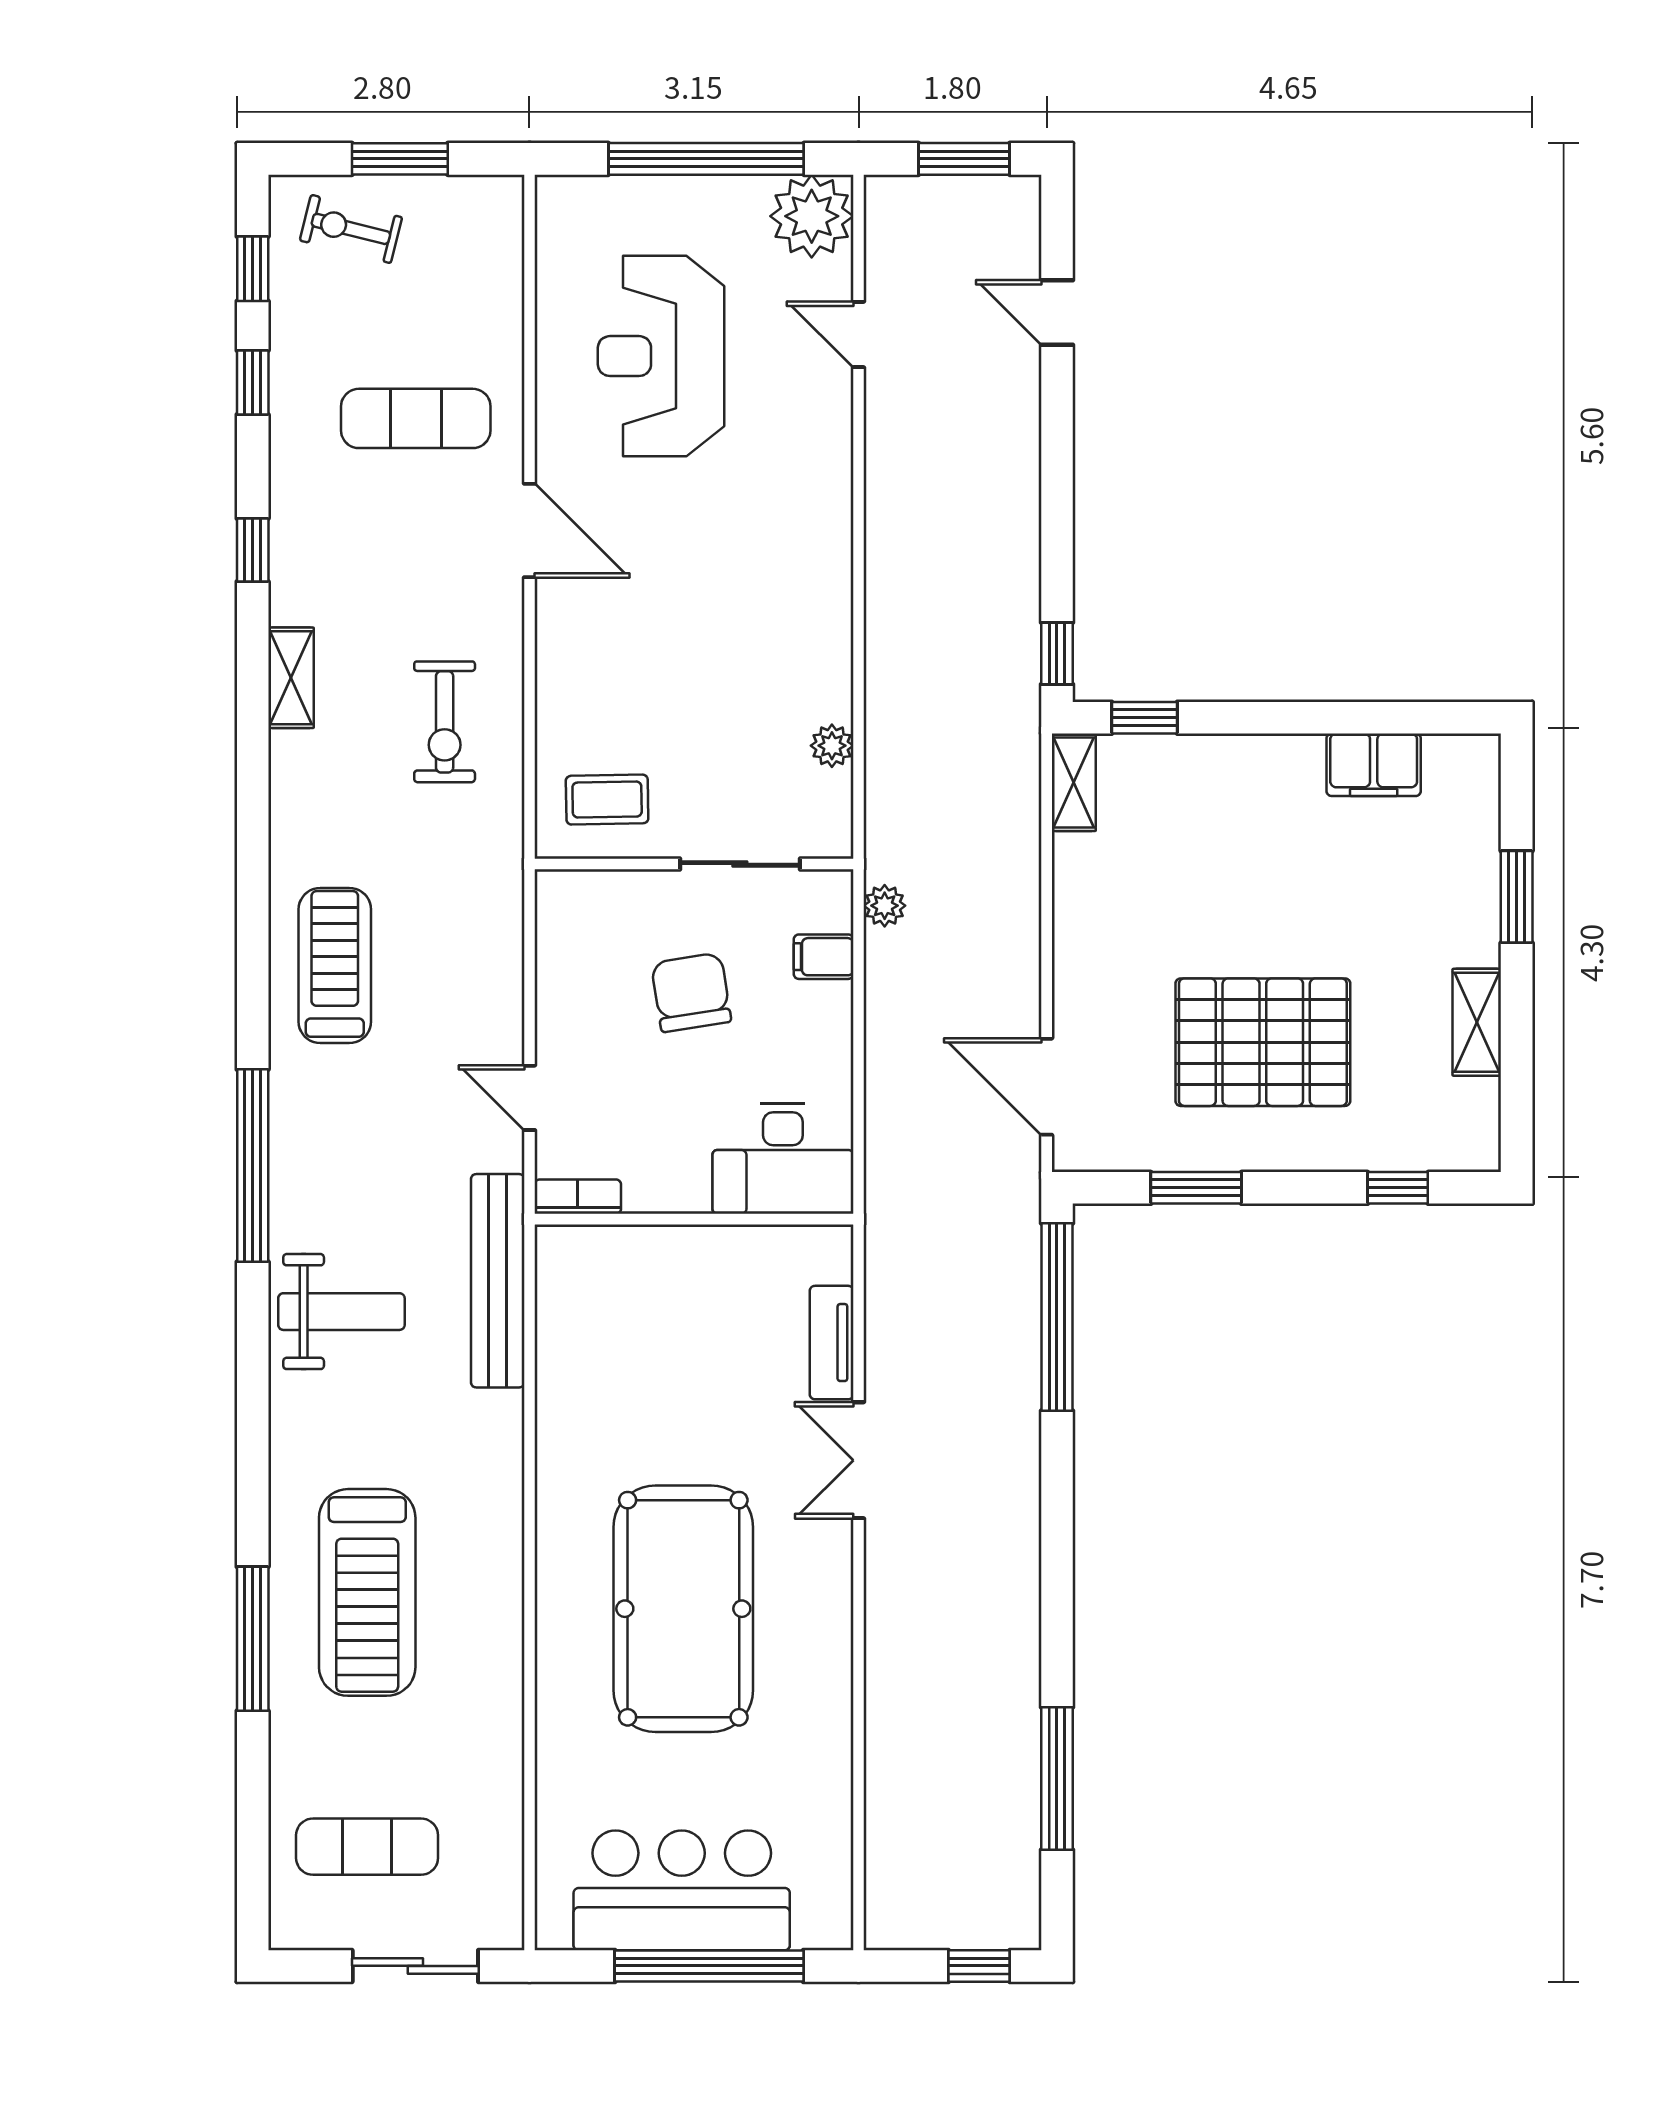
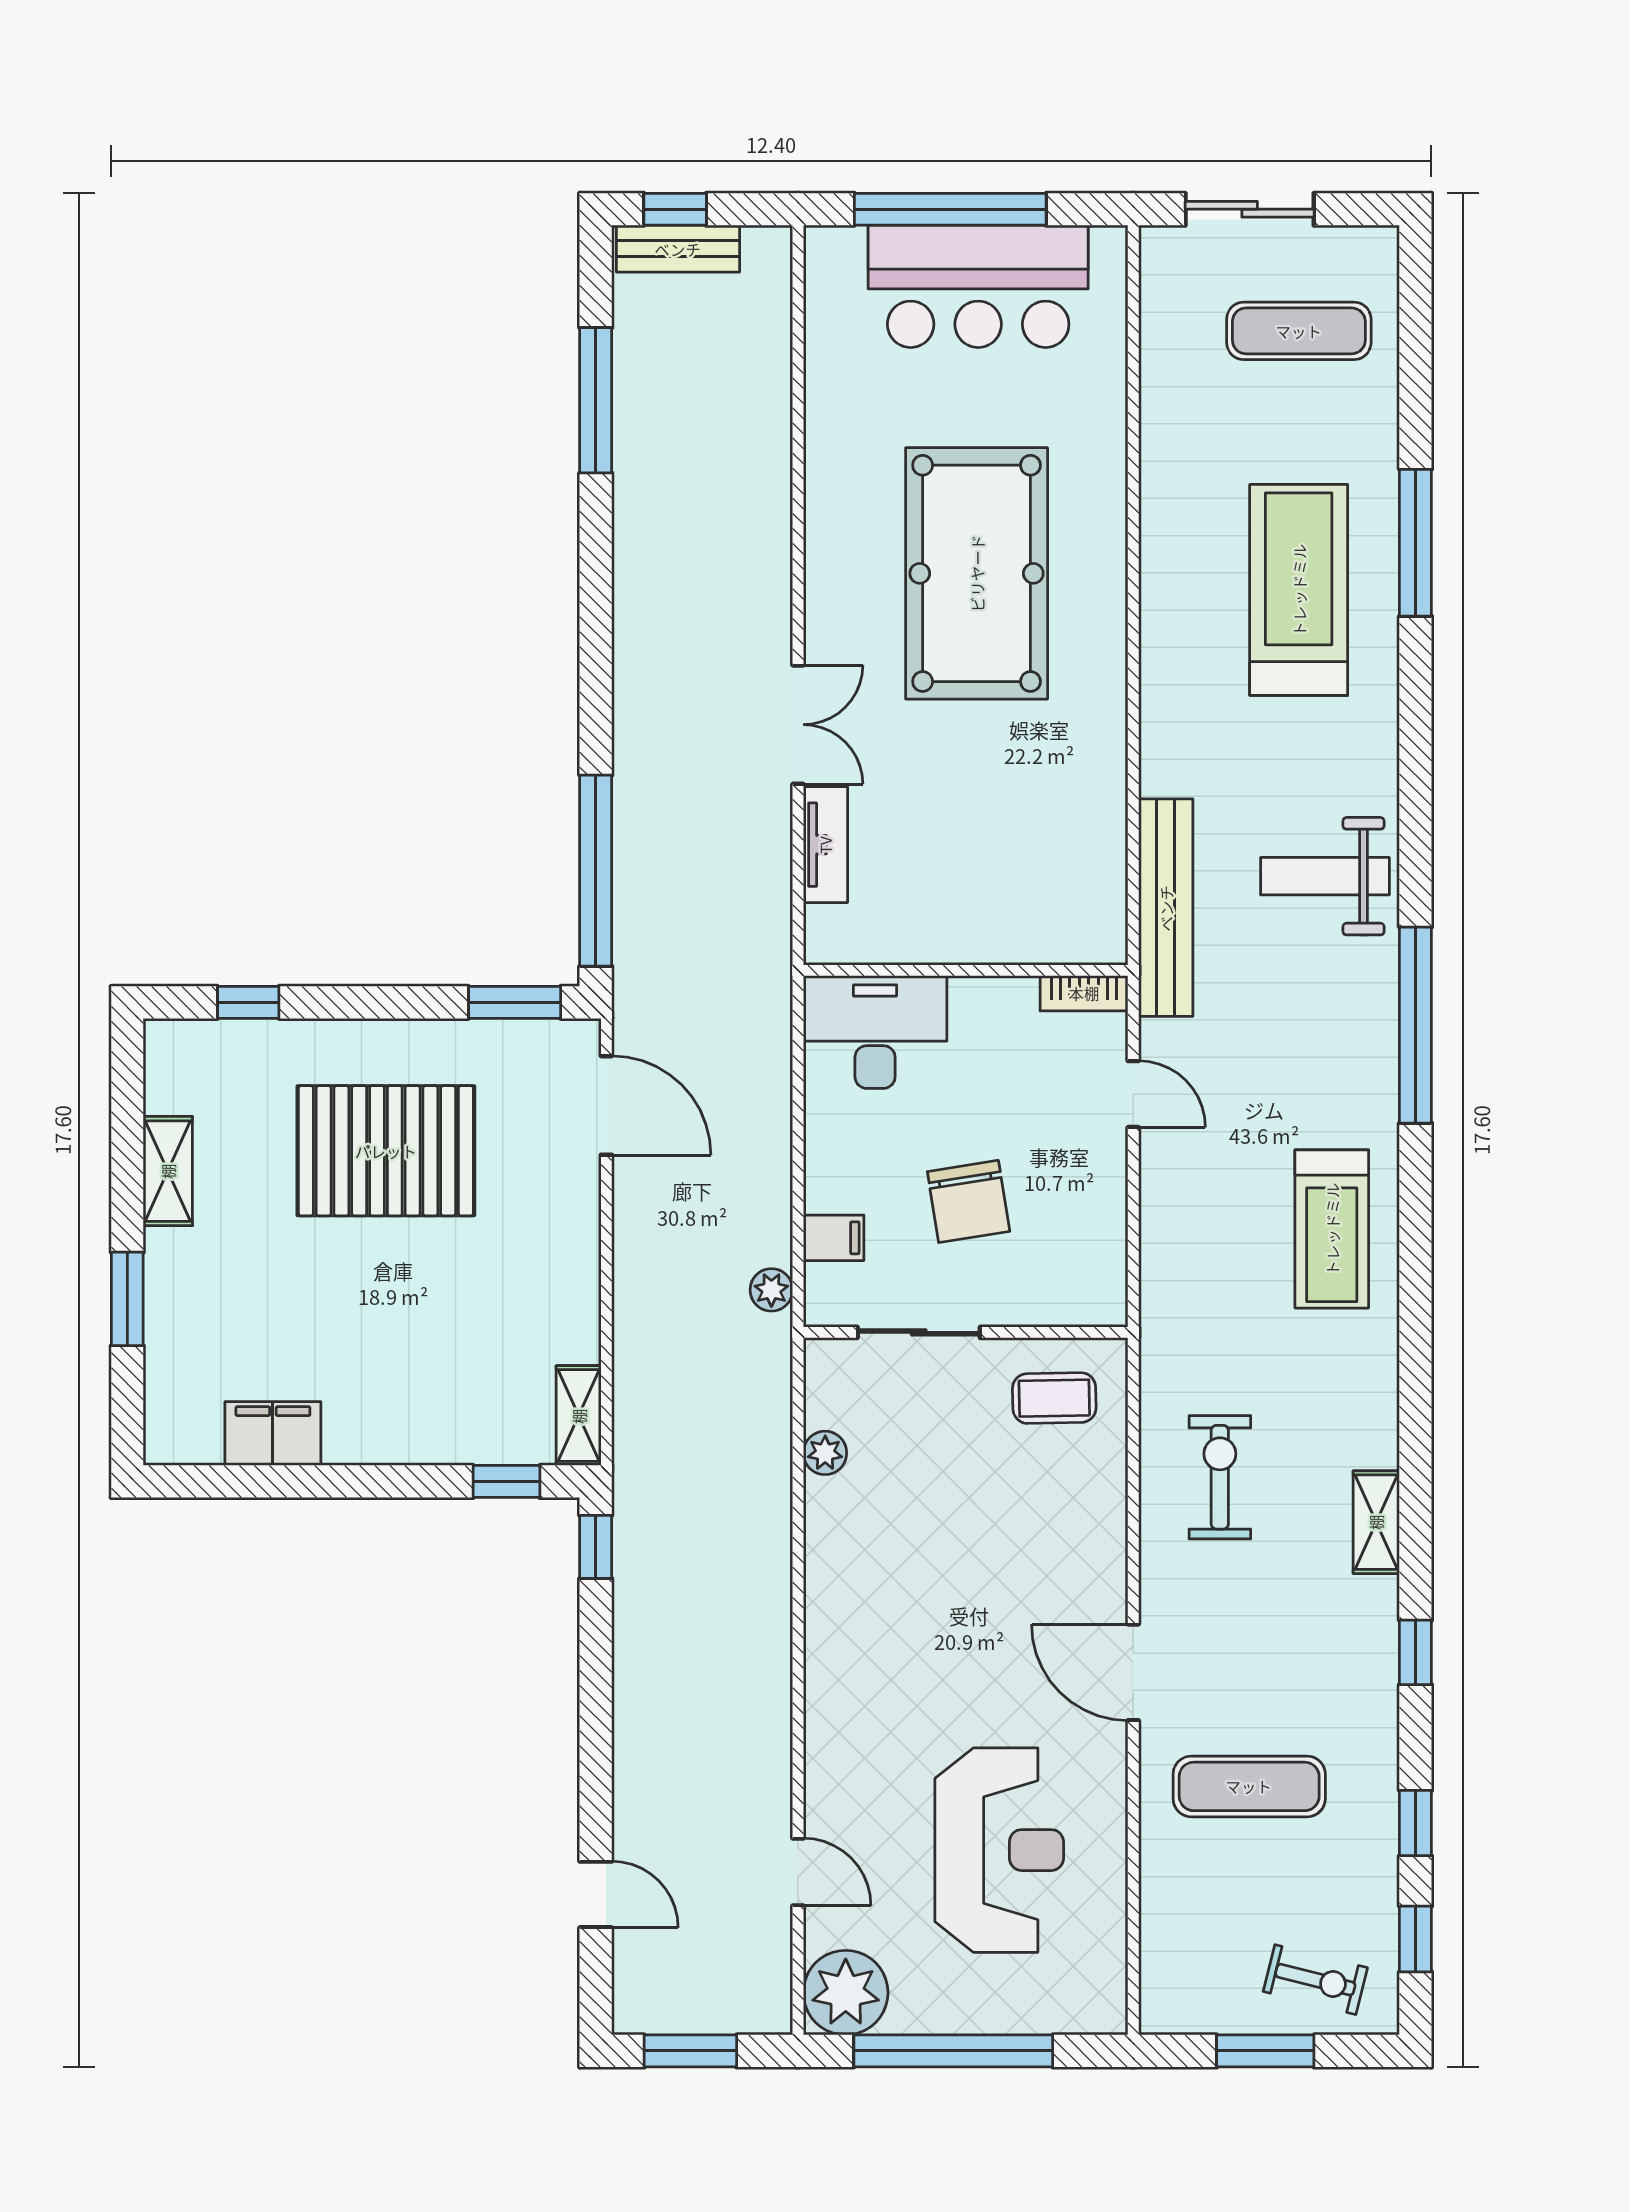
window: (1196, 1188) -> (515, 1002), moved
bench: (976, 1927) -> (678, 249), added

